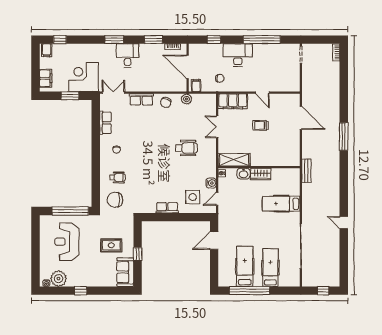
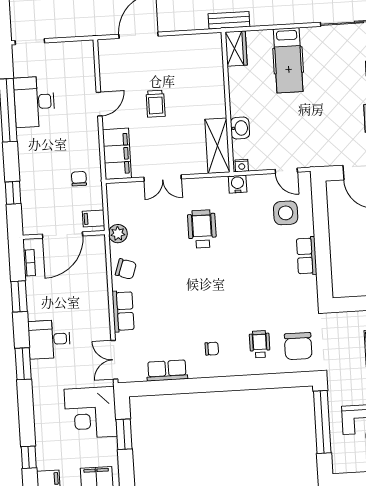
desk: (238, 55) -> (34, 102), moved
wardrobe: (261, 174) -> (236, 48), moved
water cooler: (211, 183) -> (238, 184), moved

